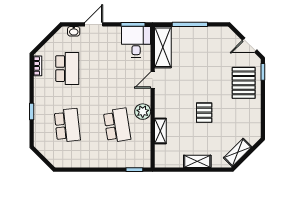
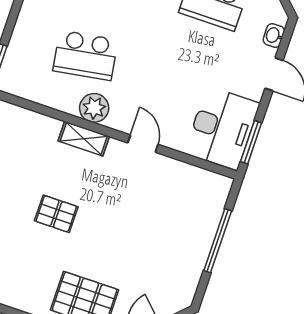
desk: (136, 42) -> (222, 128), width x1.37
shelving: (163, 47) -> (194, 181), removed
shelving: (160, 131) -> (84, 139), moved

